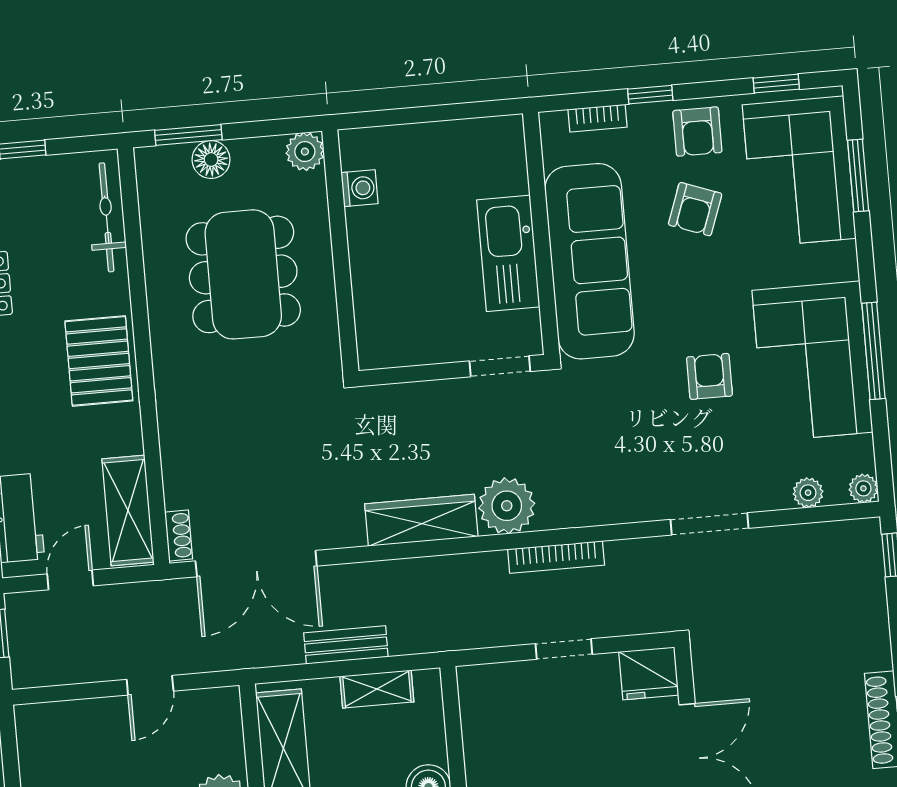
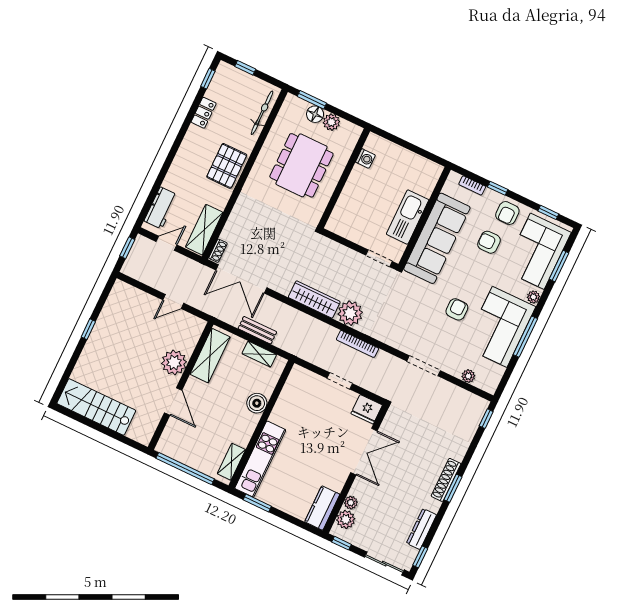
plant: (305, 152) -> (331, 122), moved
armchair: (695, 209) -> (489, 242), turned 70
plant: (863, 488) -> (533, 297), moved

